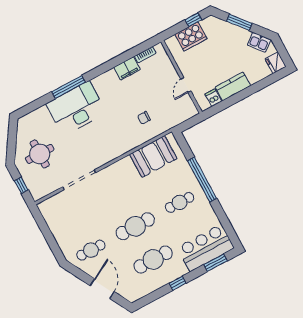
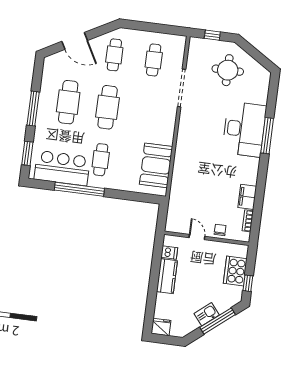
window: (239, 22) -> (218, 321), width x1.44
kitchen sink: (259, 42) -> (207, 314), moved
chair: (144, 118) -> (220, 230), moved
window: (202, 180) -> (79, 189), moved
cafe table: (73, 217) -> (154, 60), added
bar counter: (206, 248) -> (62, 168), moved, turned -90
window: (178, 283) -> (33, 109), width x2.17

